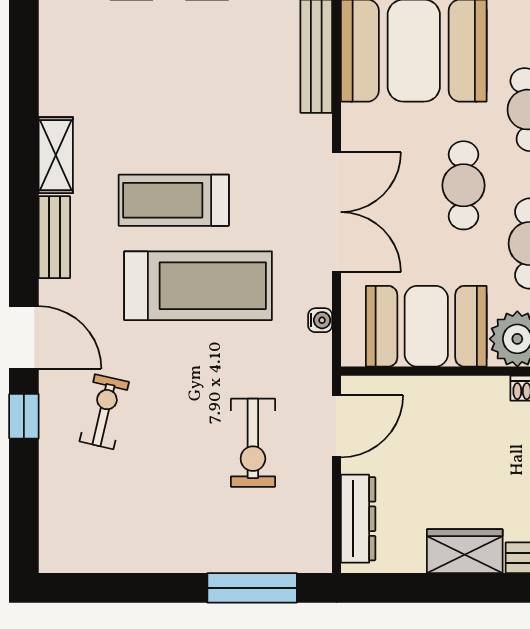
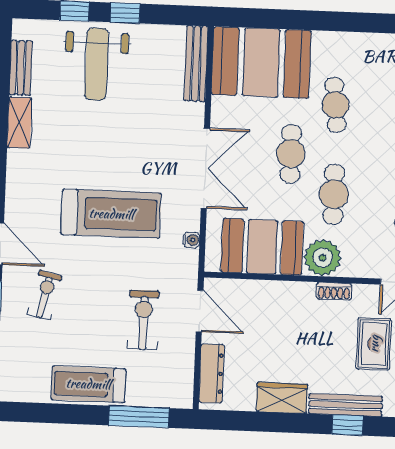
weight bench: (168, 63) -> (96, 64), added
treadmill: (174, 200) -> (88, 384), moved
bench: (54, 237) -> (21, 68), moved
door: (337, 426) -> (200, 311), hinge flipped
exercise bike: (253, 443) -> (143, 320), turned 180

